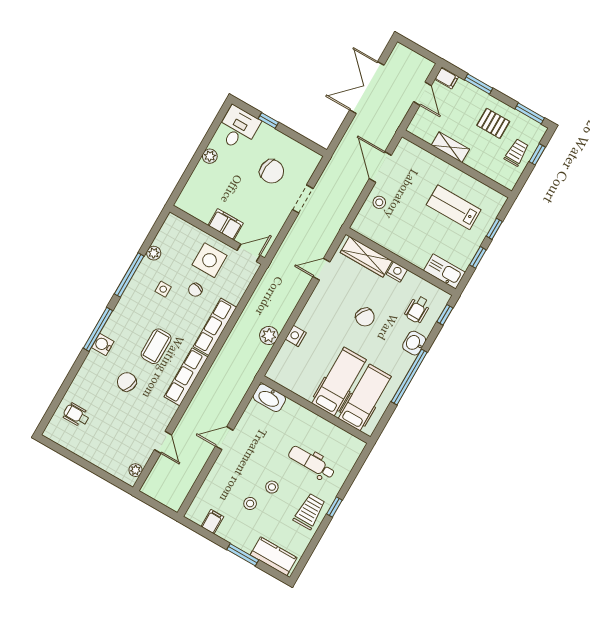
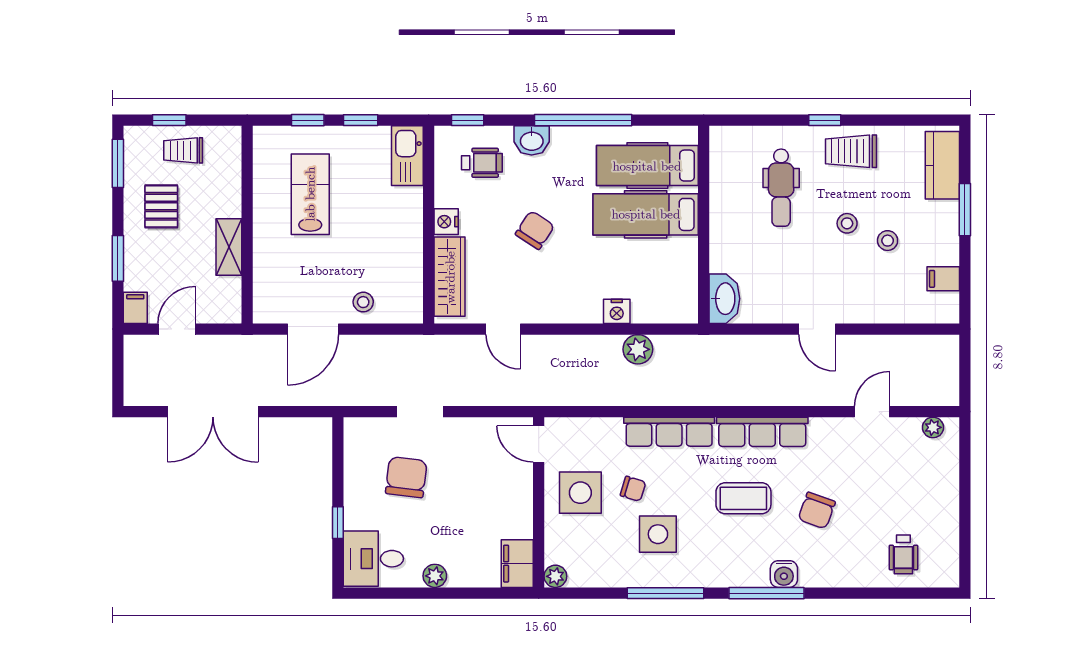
lab bench: (454, 207) -> (310, 194), turned 180
filing cabinet: (226, 224) -> (517, 564), moved
plant: (154, 253) -> (555, 576), moved
side table: (163, 289) -> (658, 534), width x1.87, depth x1.87

